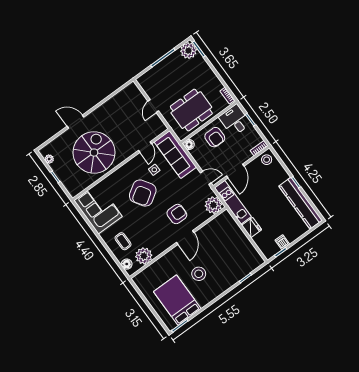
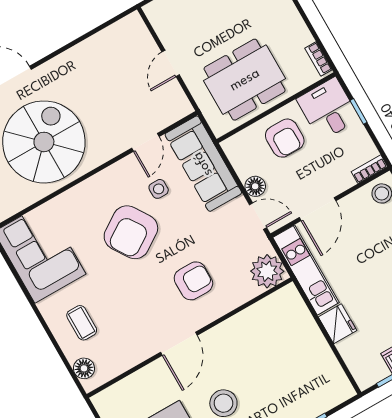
floor lamp: (189, 144) -> (255, 186), moved
door: (185, 237) -> (179, 344), moved
plant: (144, 256) -> (119, 356), removed

